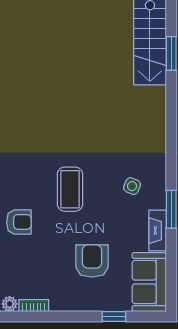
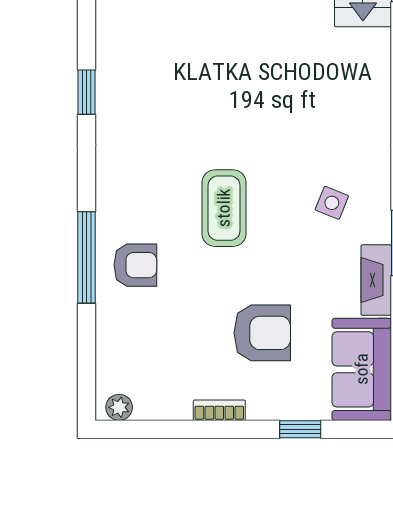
armchair: (92, 261) -> (262, 333), turned 90
bookcase: (34, 306) -> (219, 410), moved

